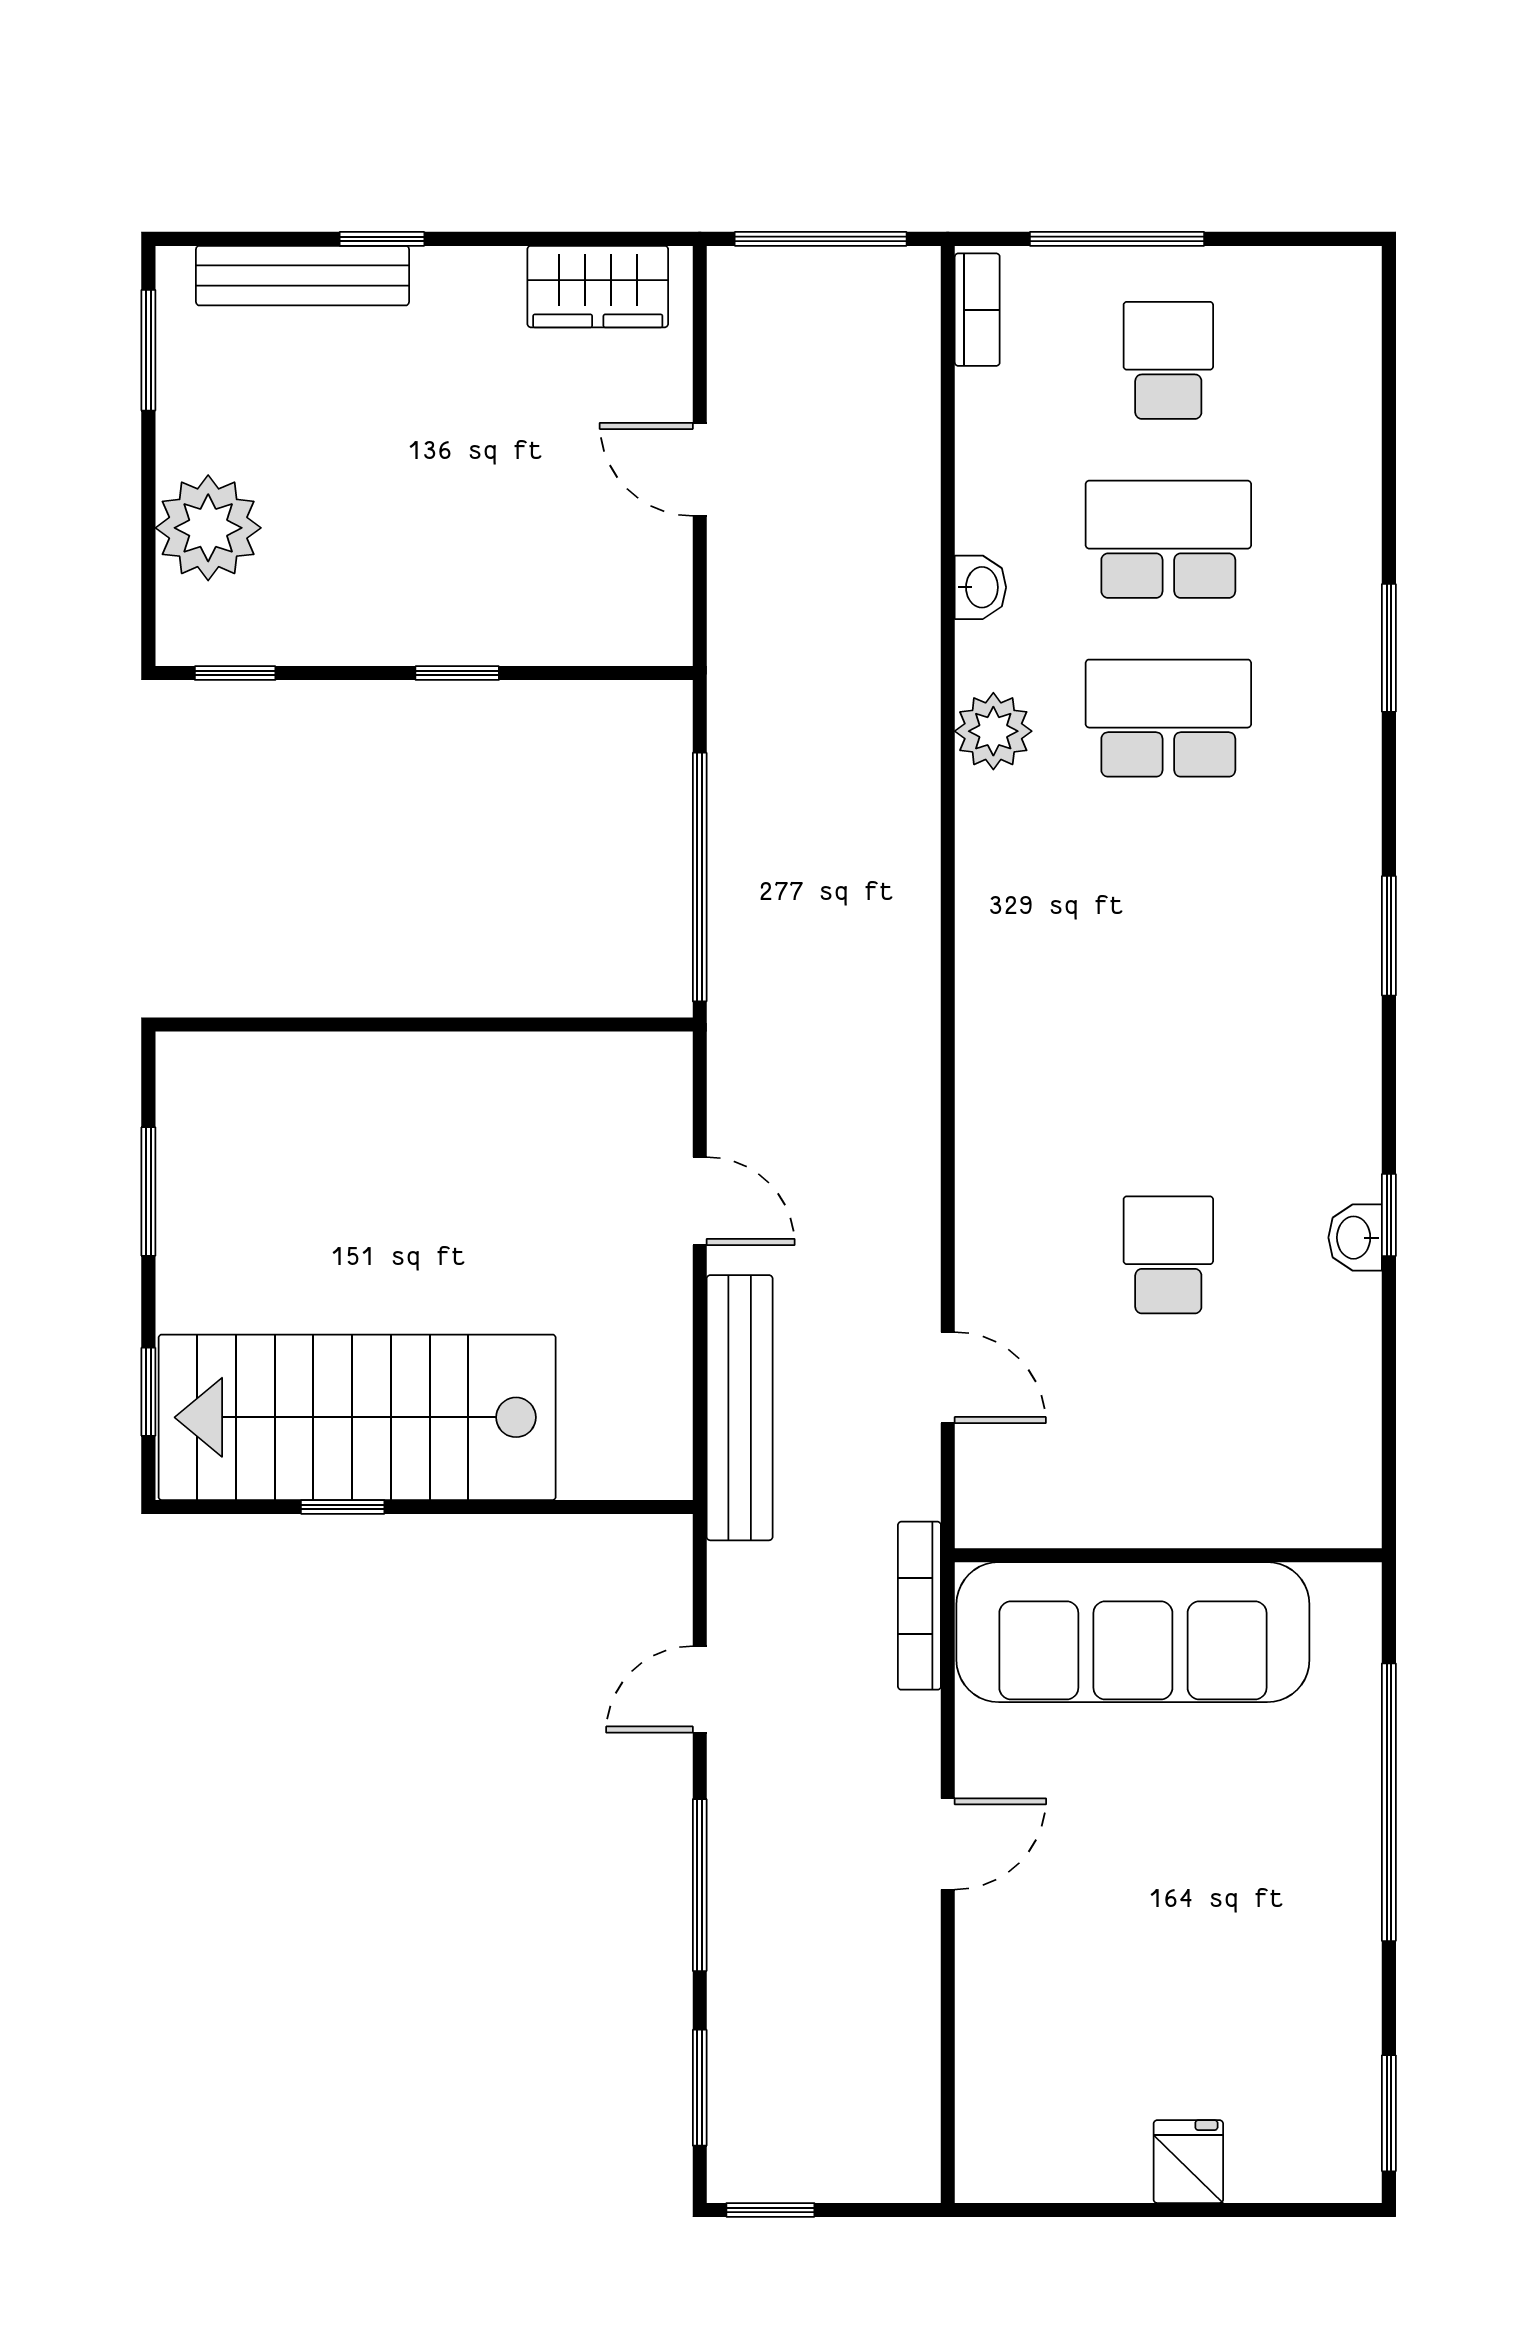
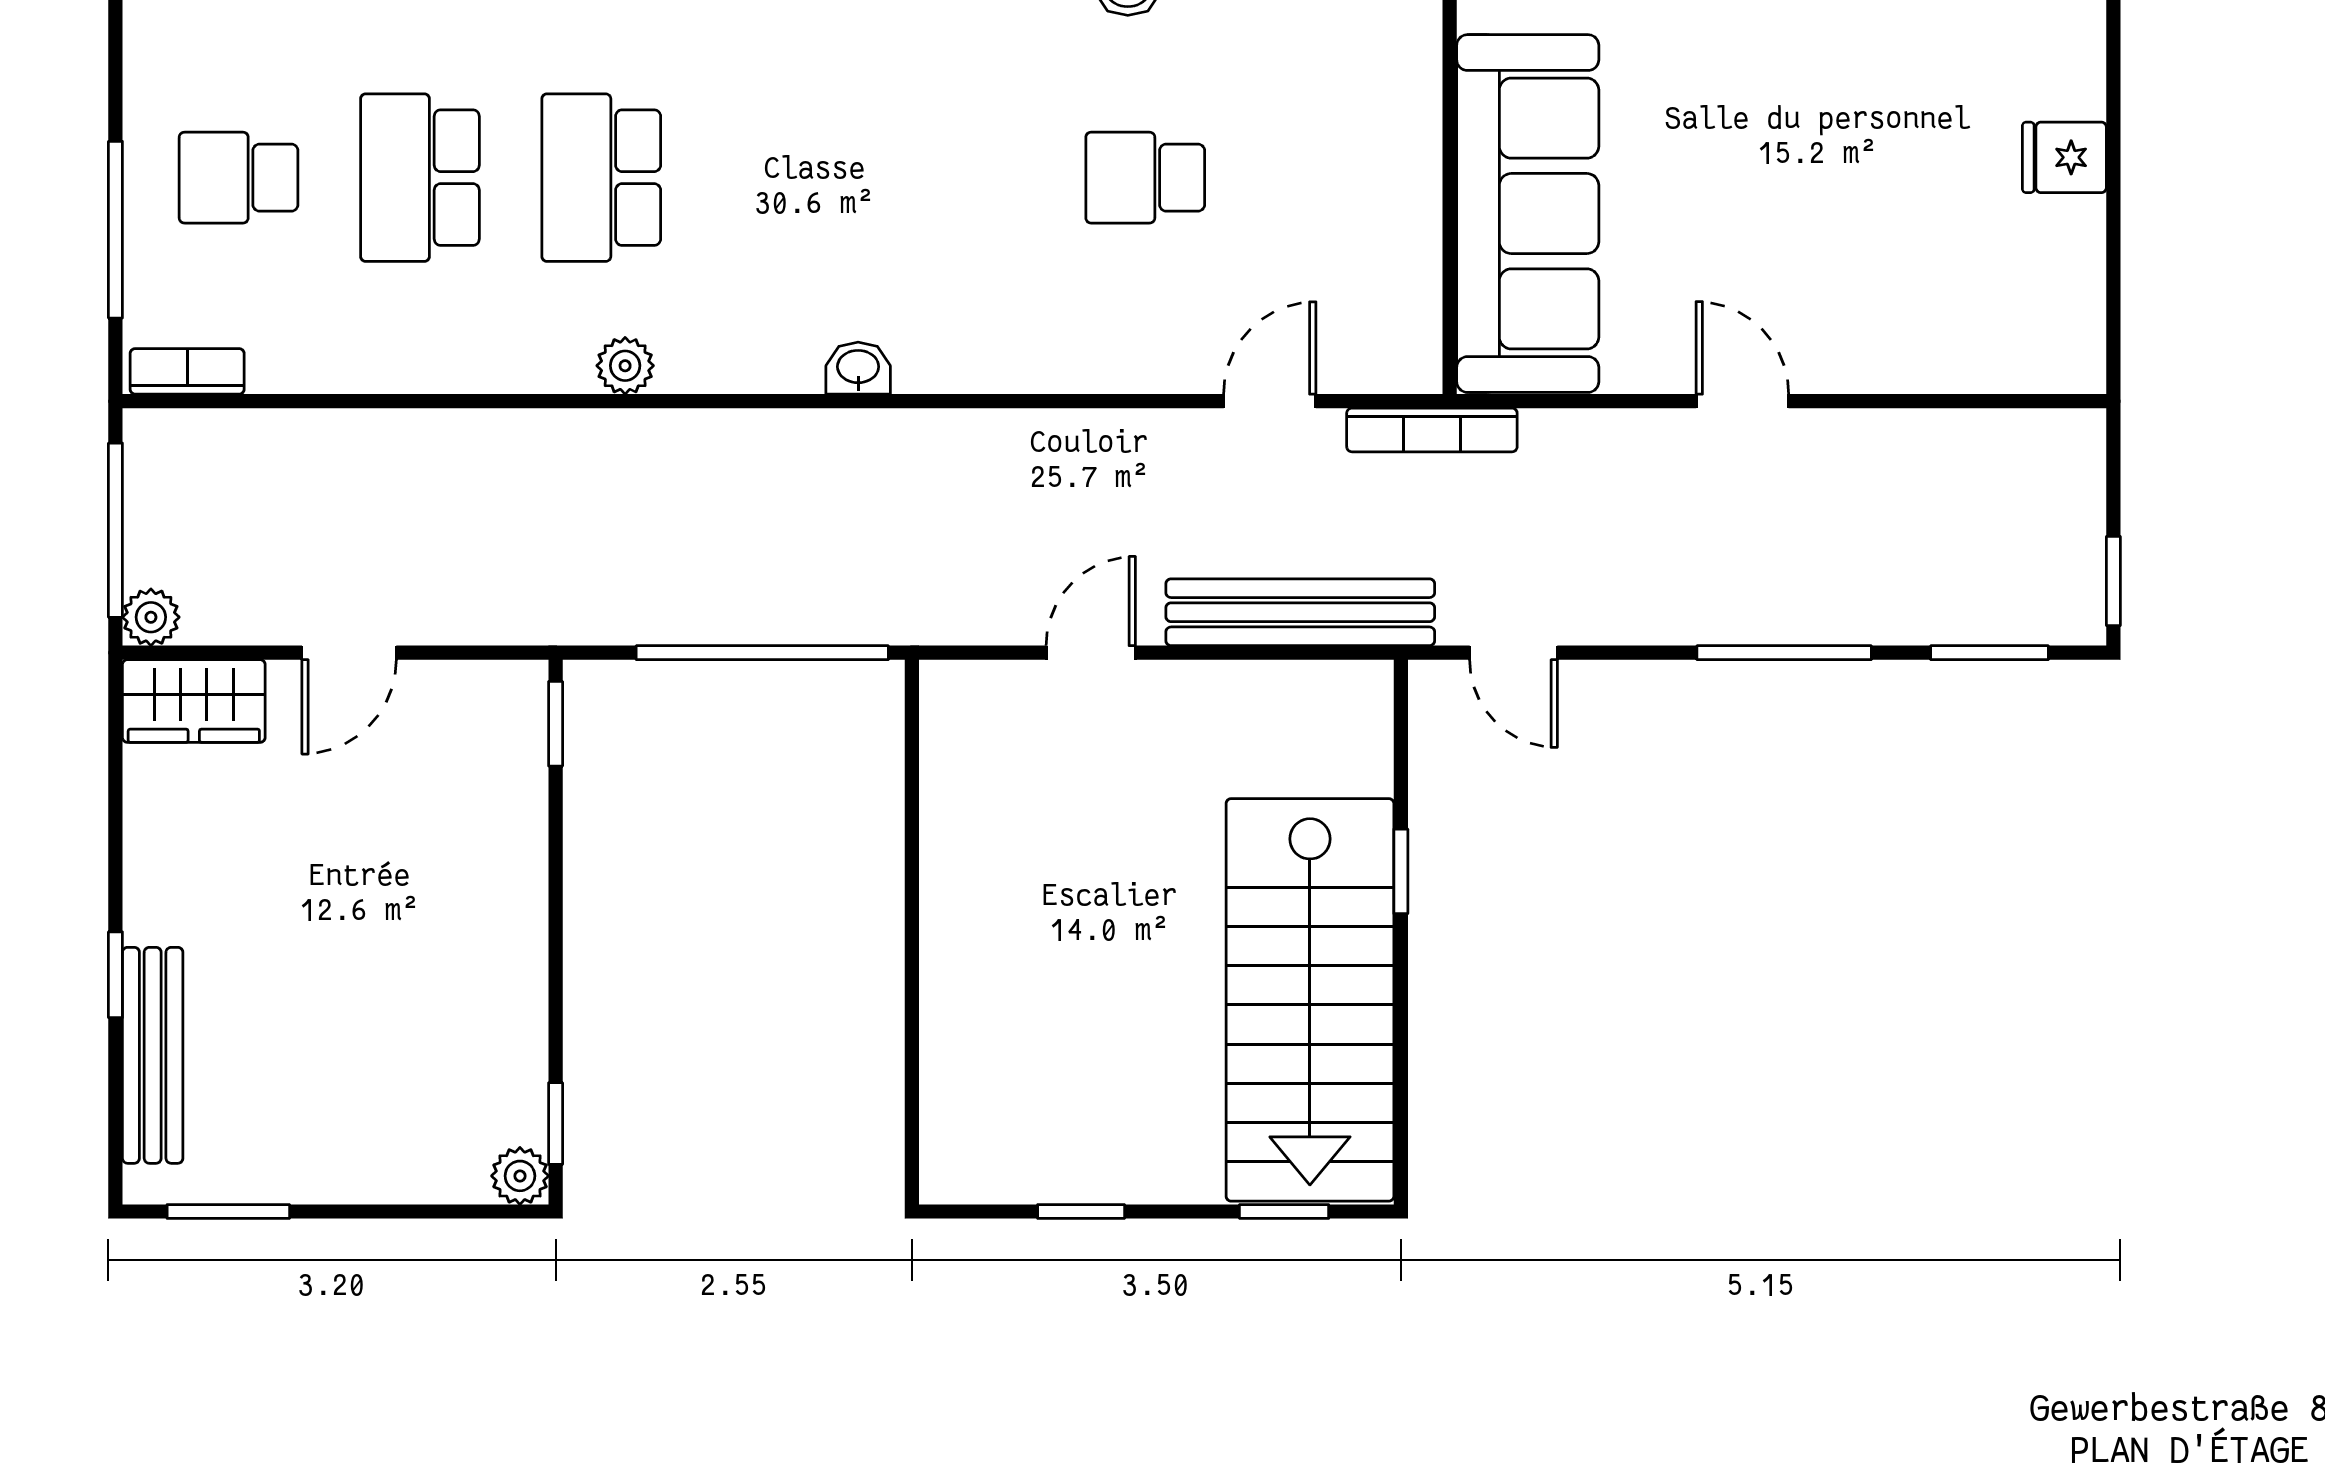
plant: (735, 274) -> (151, 617), added
wardrobe: (598, 287) -> (194, 701), moved, turned 90
plant: (208, 528) -> (520, 1176), moved, width x0.53, depth x0.53
washbasin: (980, 587) -> (858, 368), moved
window: (457, 673) -> (556, 724), moved
plant: (993, 731) -> (625, 366), width x0.73, depth x0.73
window: (148, 1191) -> (1081, 1212), width x0.67
window: (343, 1507) -> (1401, 871), moved
bookcase: (919, 1606) -> (1432, 430), moved
door: (700, 1689) -> (1513, 653), moved

